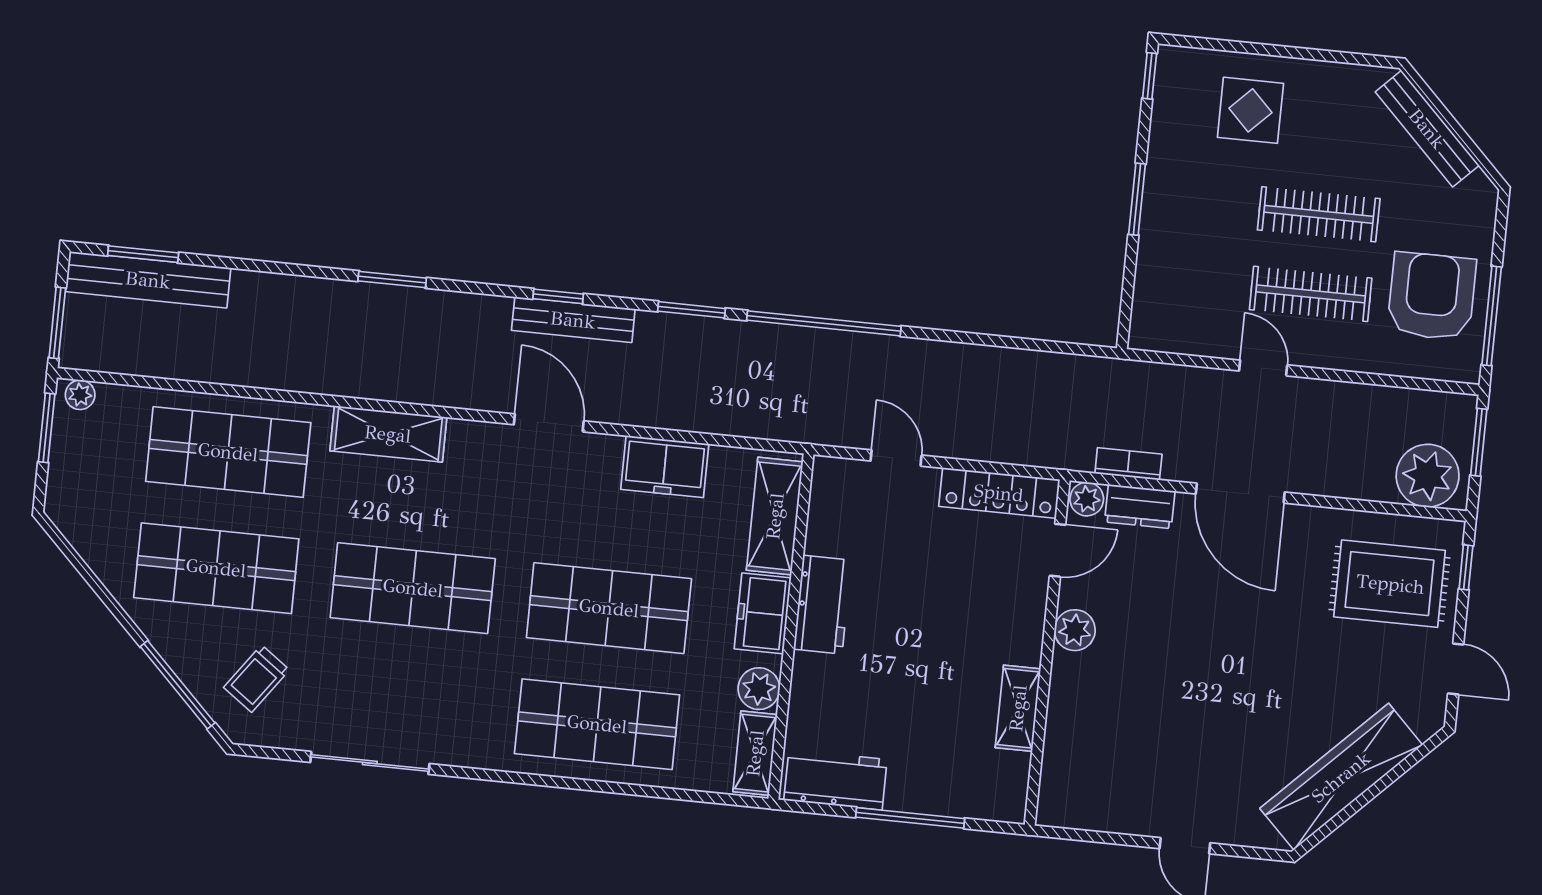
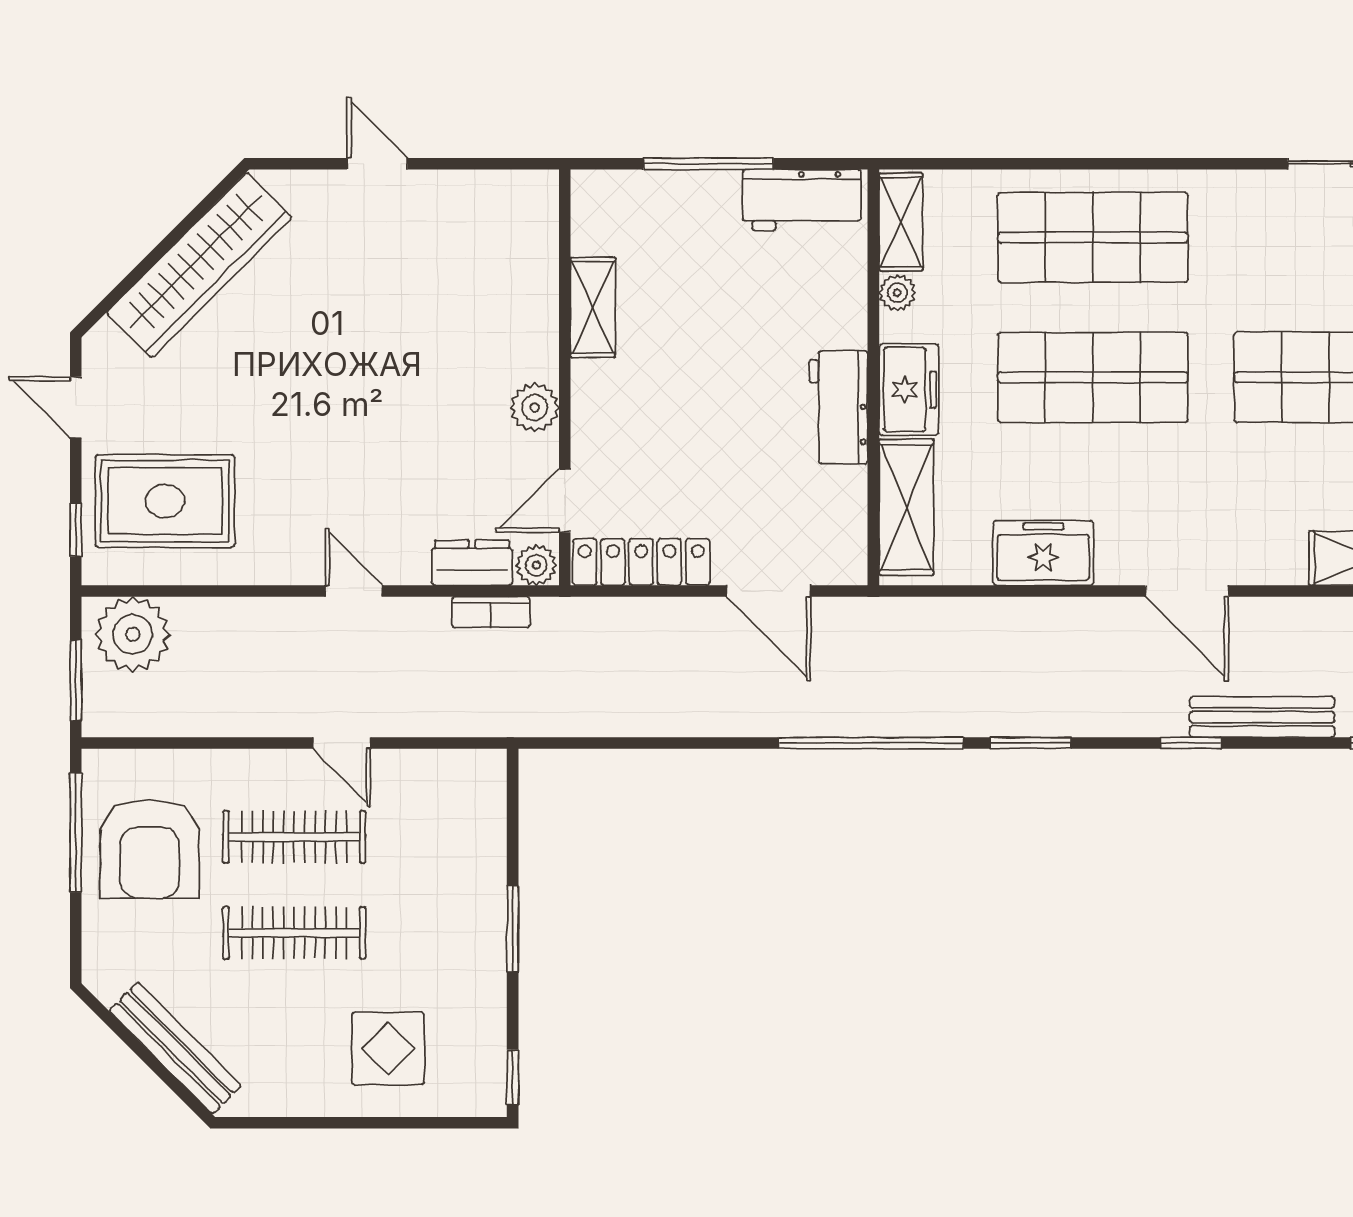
bench: (573, 320) -> (1262, 717), moved
door: (896, 458) -> (769, 591), width x1.38
door: (1240, 493) -> (354, 591), width x0.53
plant: (759, 689) -> (897, 293), width x0.73, depth x0.73

